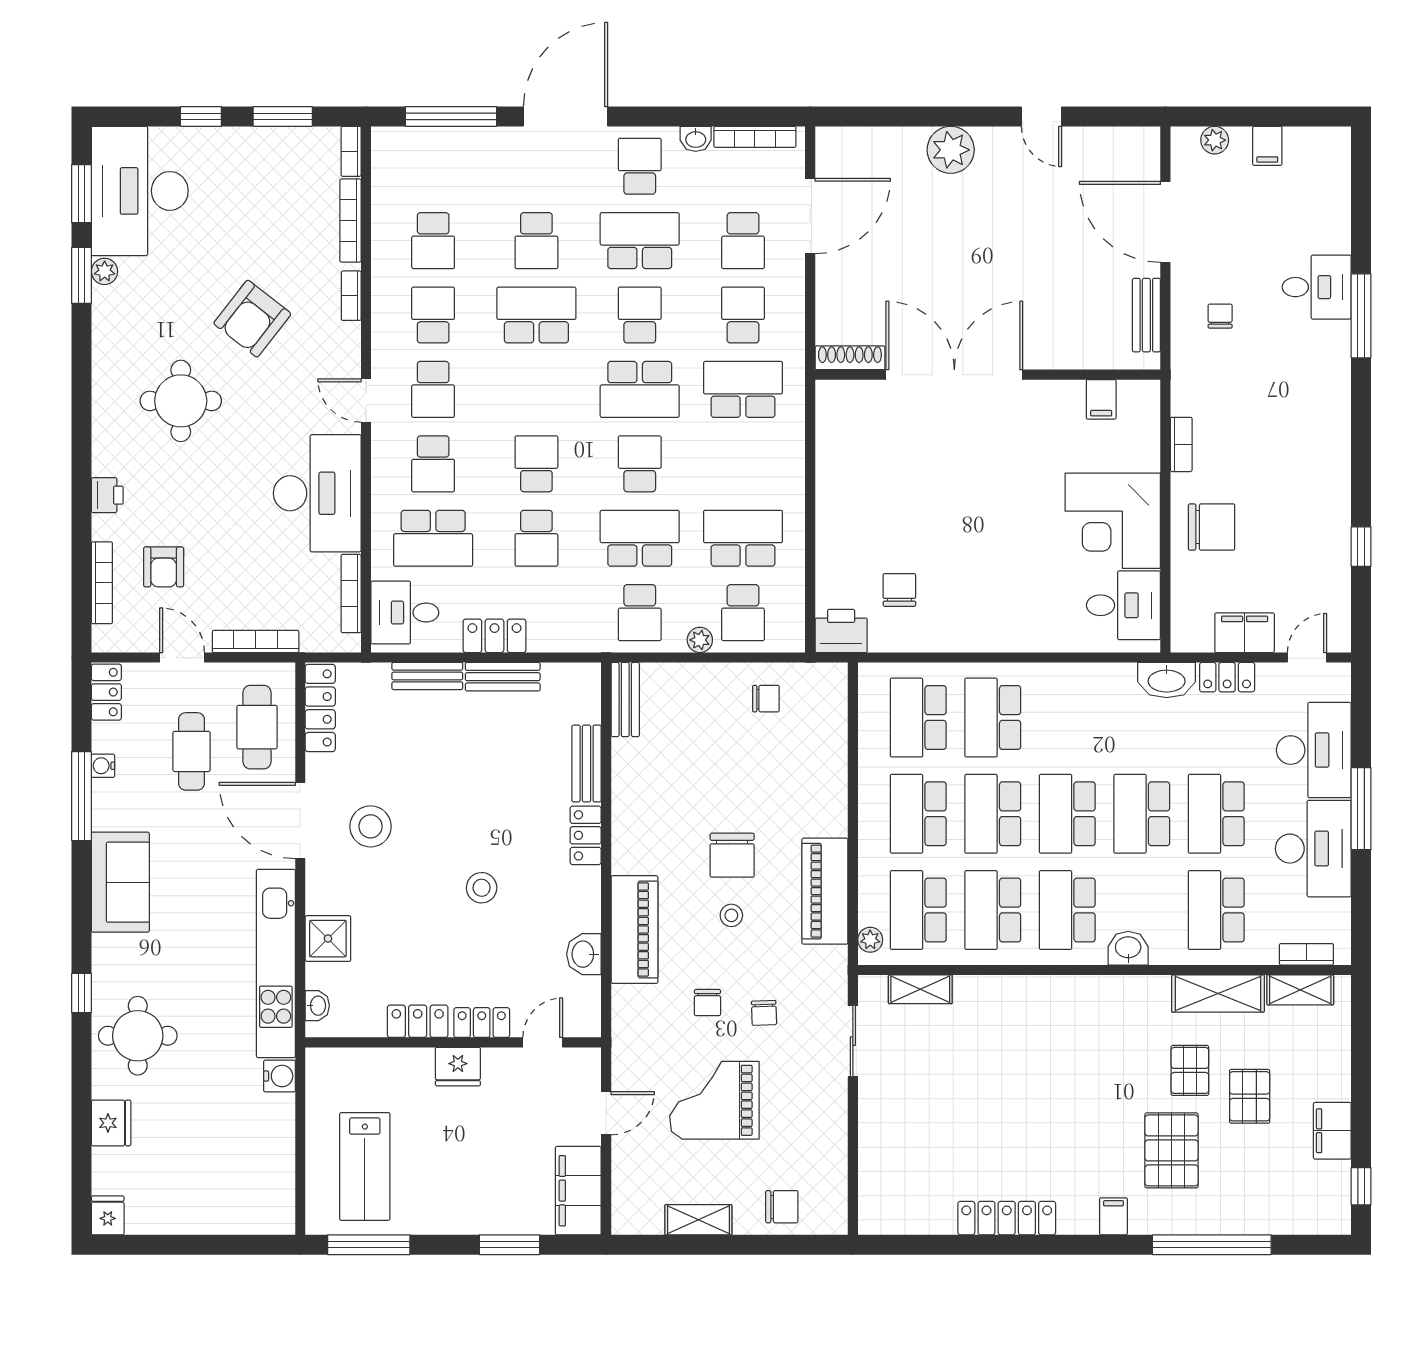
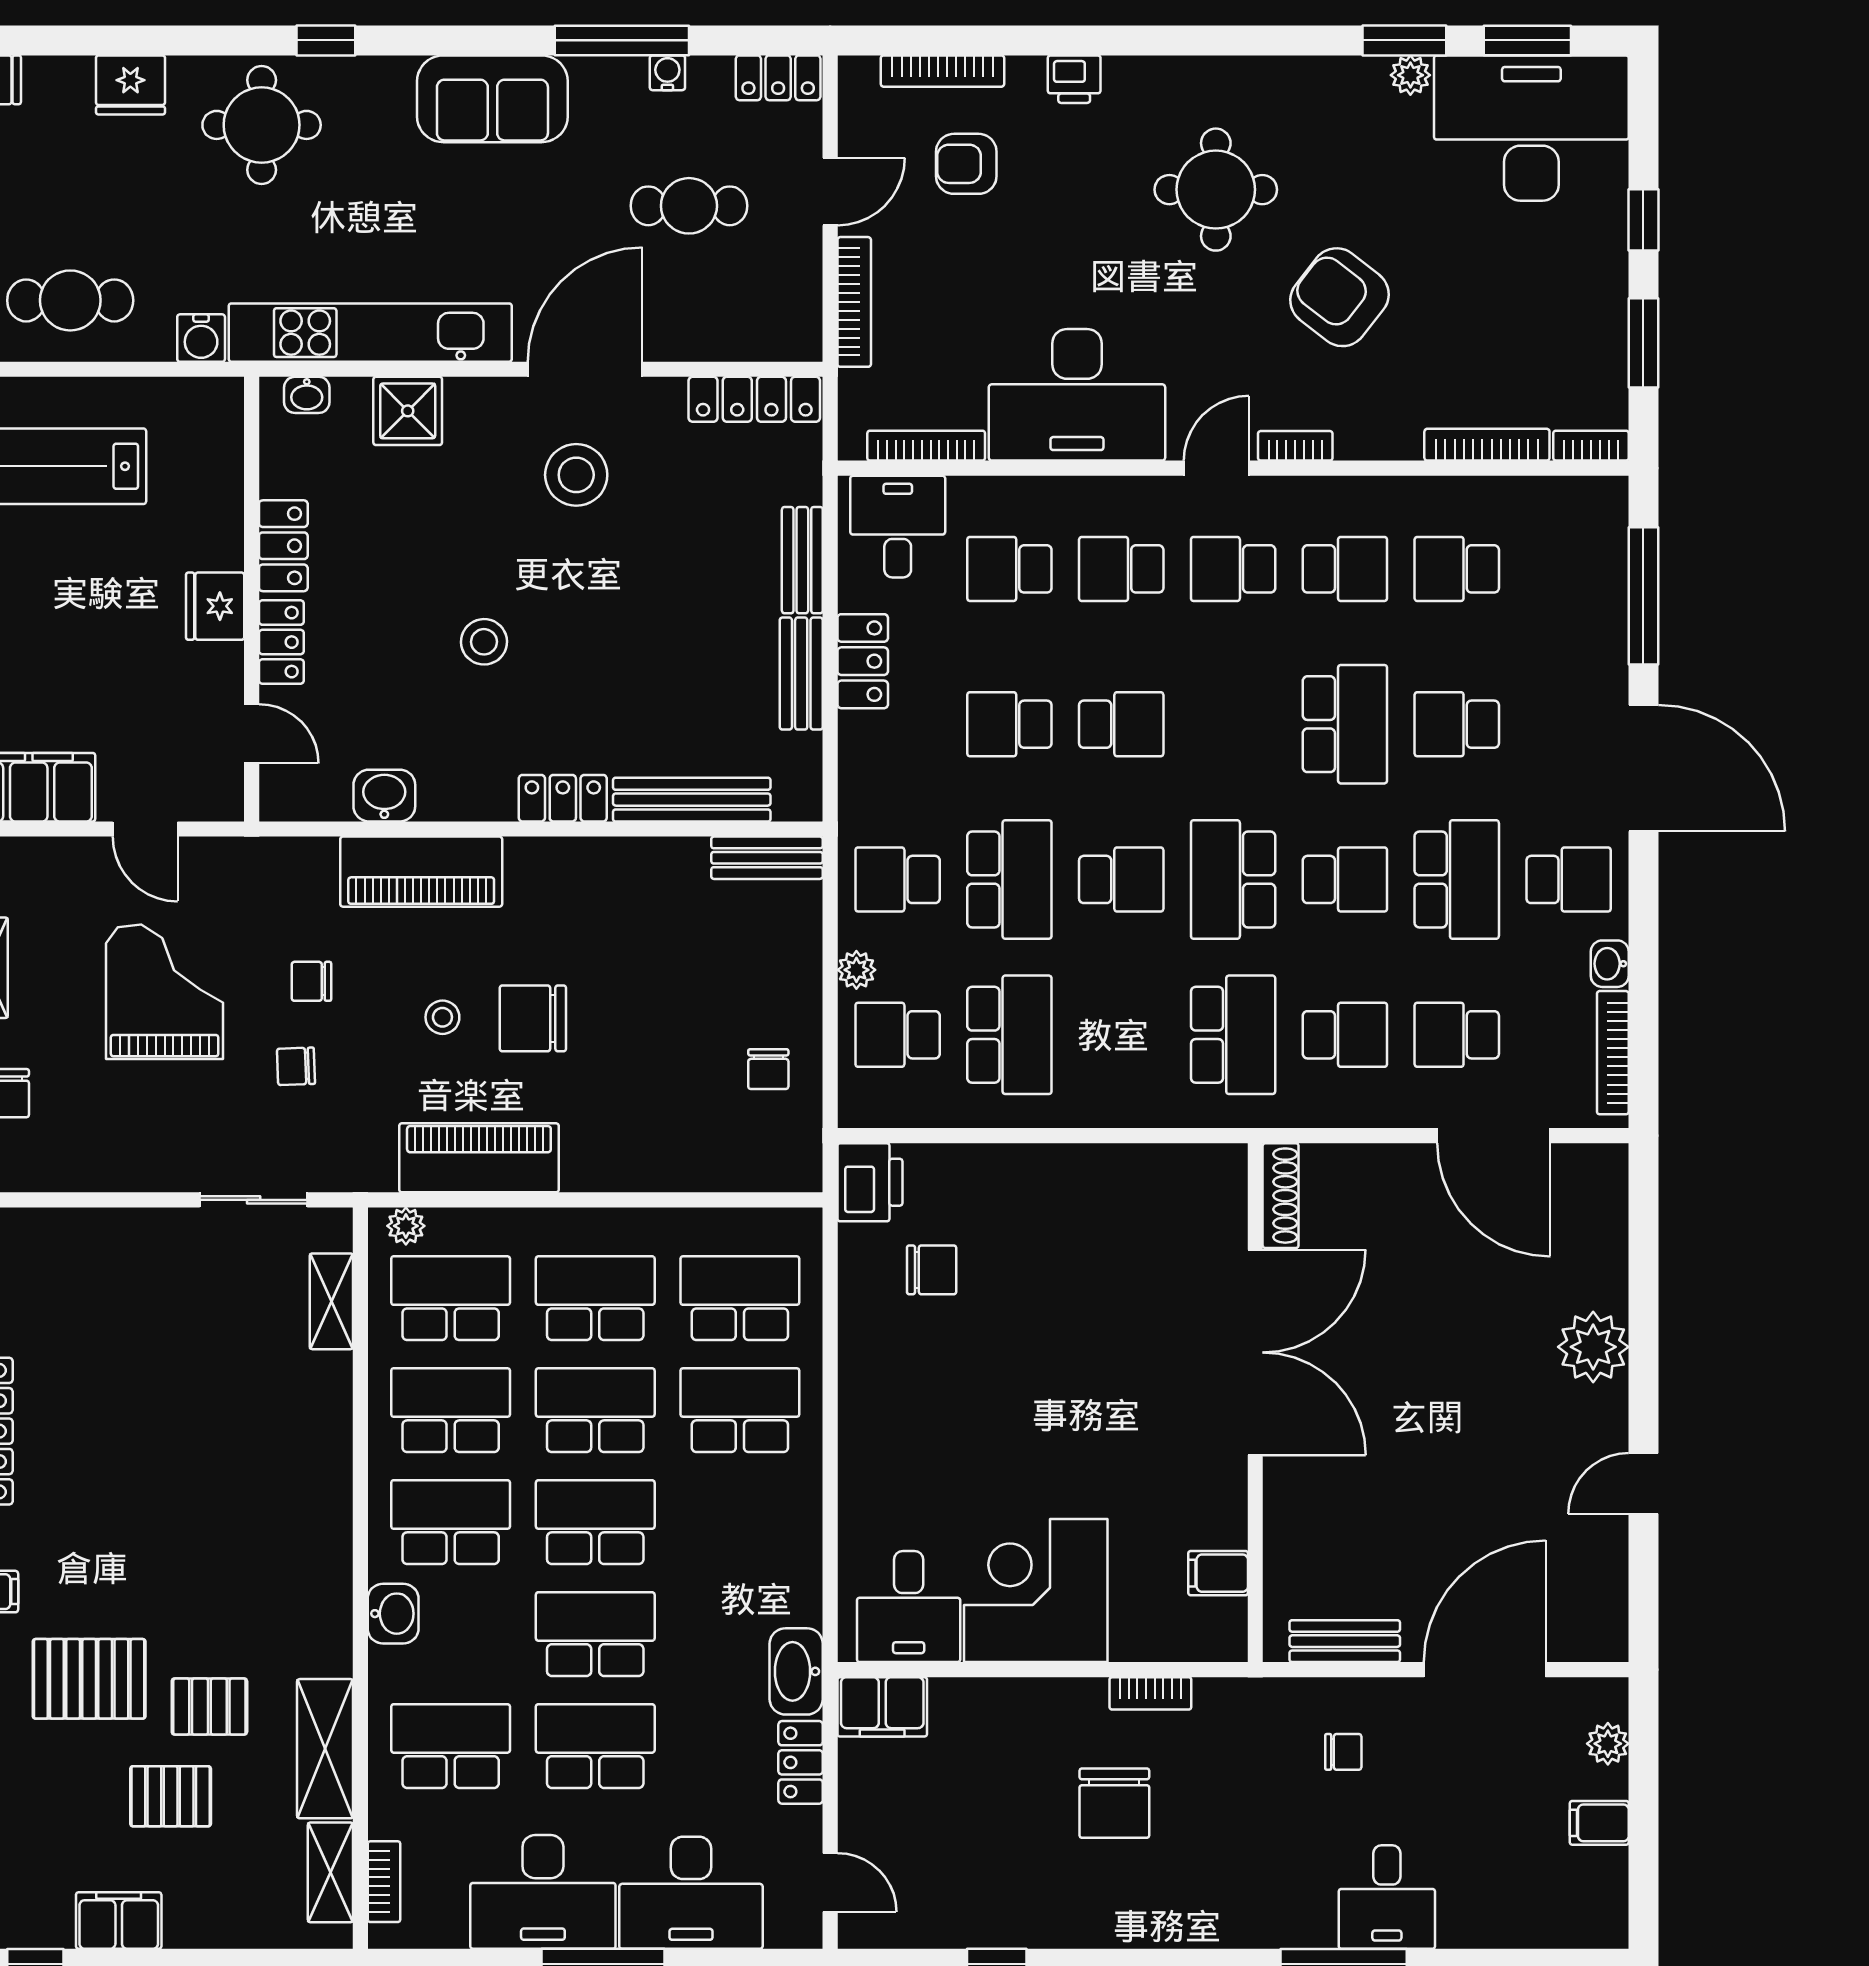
bookcase: (351, 296) -> (1295, 446), moved
chair: (1212, 527) -> (1114, 1803), moved
school desk: (433, 538) -> (1009, 569), width x0.54
filing cabinet: (1245, 633) -> (882, 1707), moved, turned 90
cafe table: (257, 727) -> (70, 300), moved
bench: (587, 763) -> (692, 800), width x1.36

